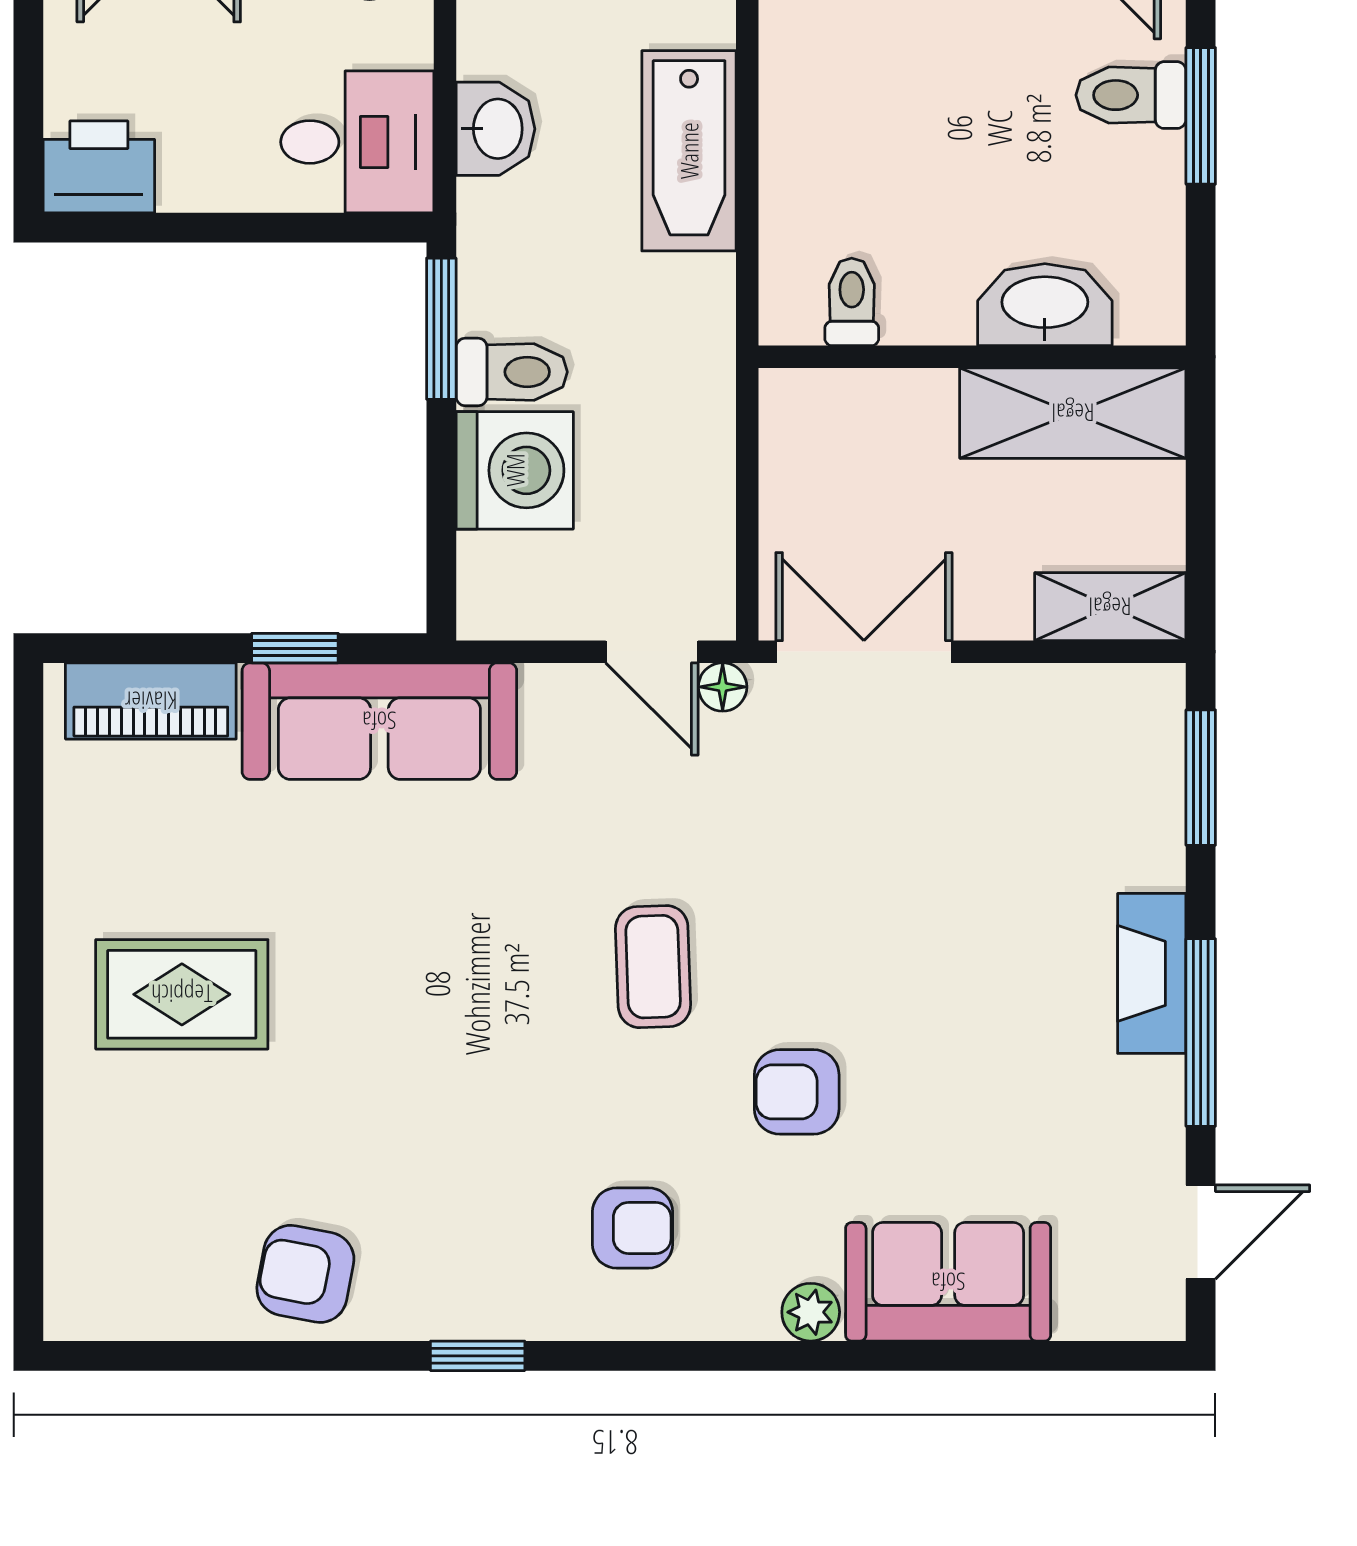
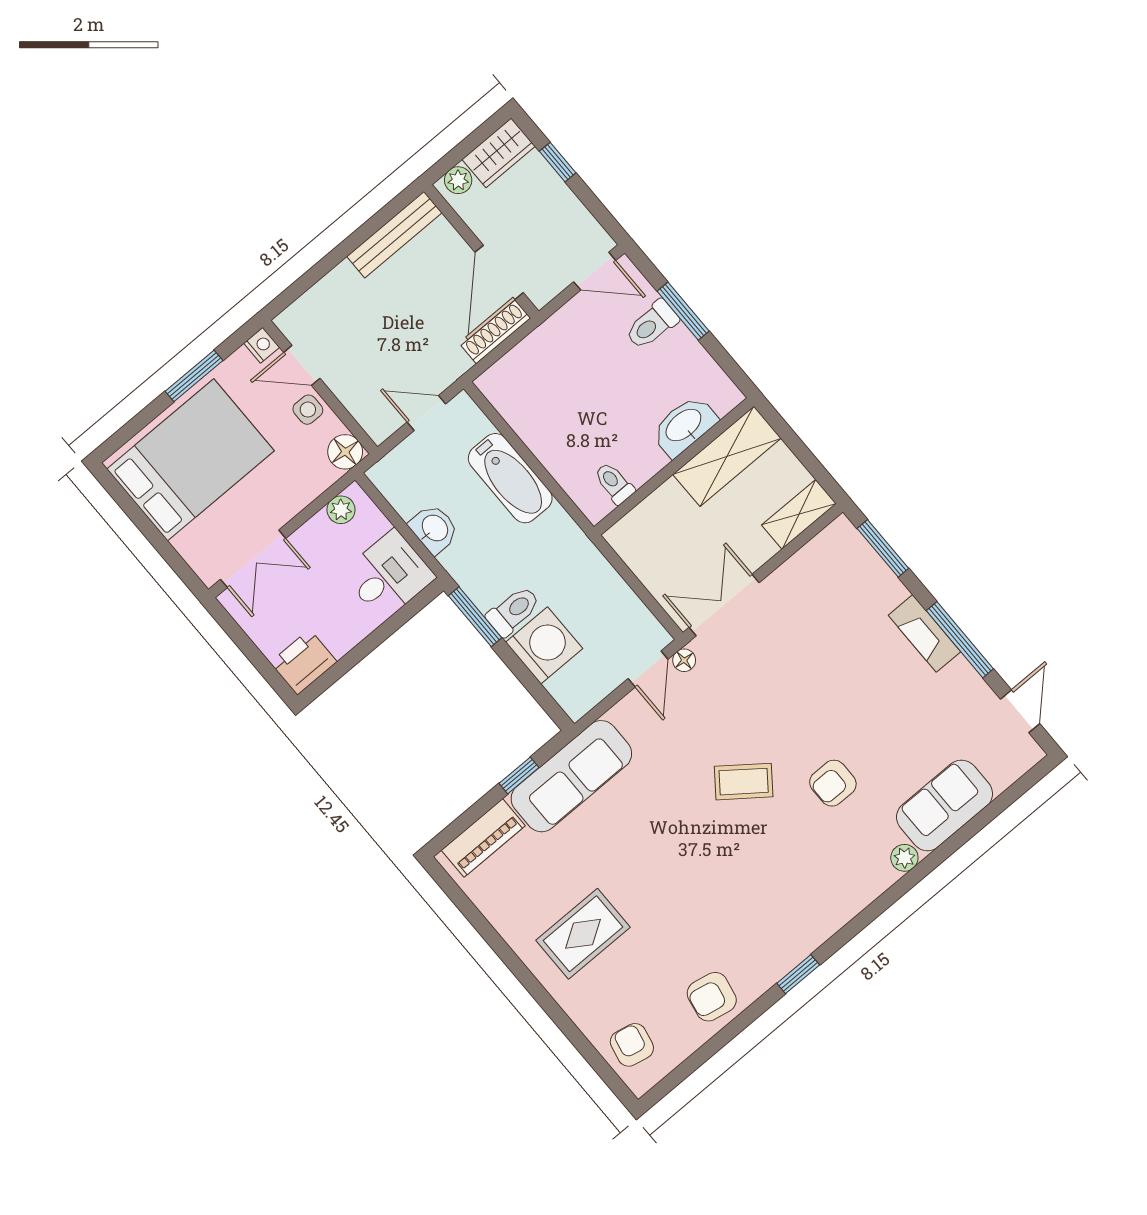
door: (652, 652) -> (648, 669), hinge flipped
coffee table: (653, 967) -> (744, 782), turned -51
armchair: (633, 1228) -> (632, 1045), moved, turned -78

